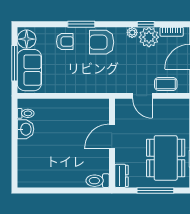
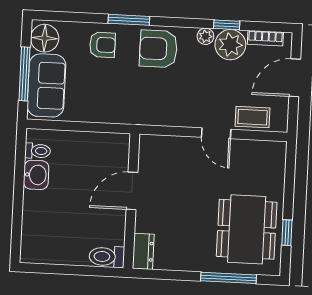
door: (112, 137) -> (132, 191), moved
wall: (112, 143) -> (131, 201), moved
dresser: (121, 176) -> (143, 251), moved
toilet: (98, 181) -> (107, 257), moved

